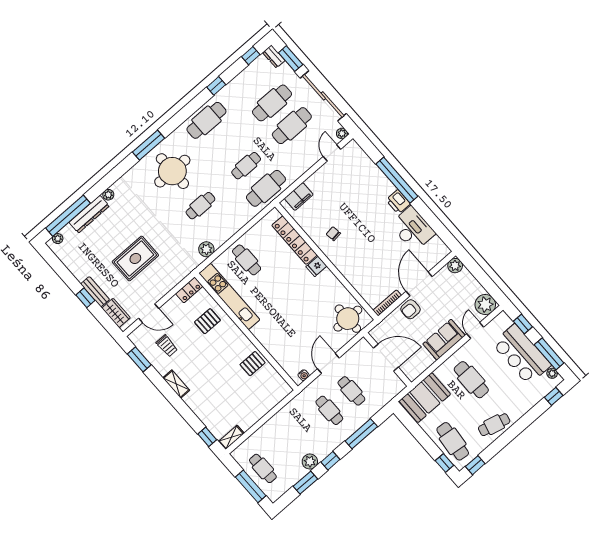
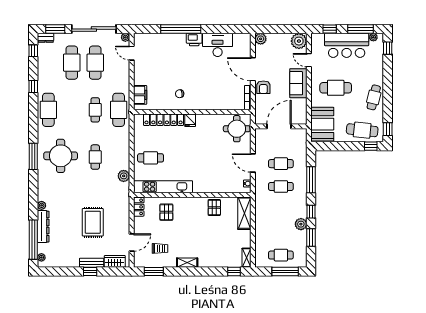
shelving: (272, 398) -> (244, 213), added

